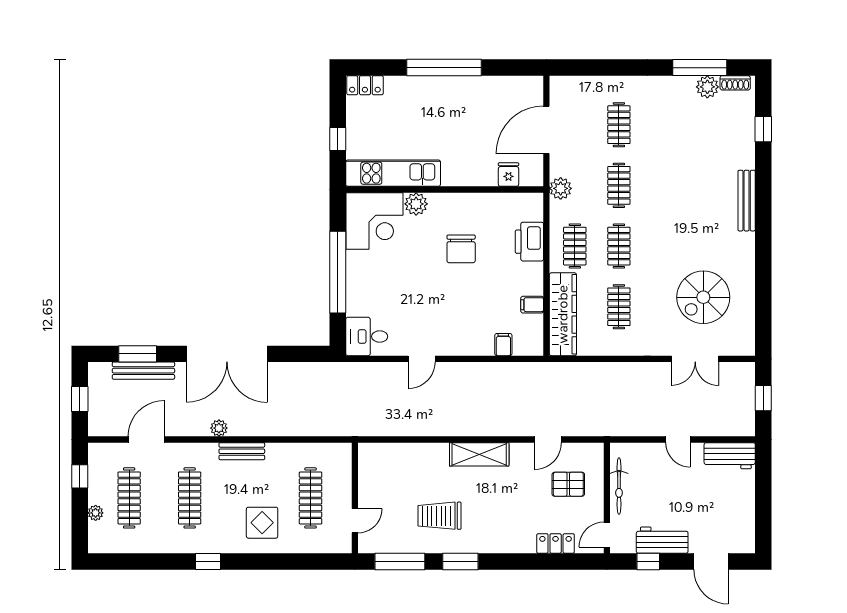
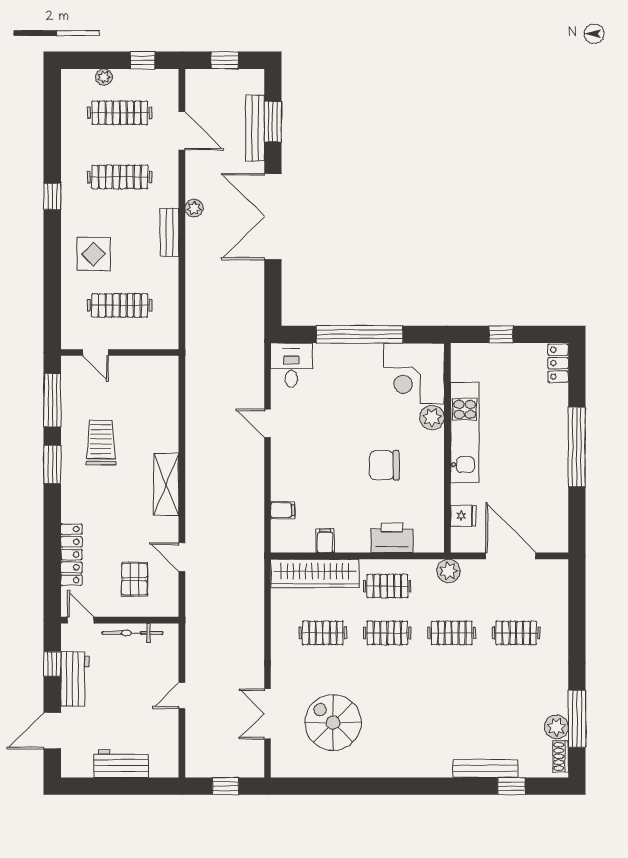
kitchen unit: (393, 173) -> (465, 432), moved
bench: (747, 201) -> (485, 769), moved
workbench: (730, 456) -> (121, 764), moved, turned 90
locker: (556, 543) -> (71, 555), width x1.53

